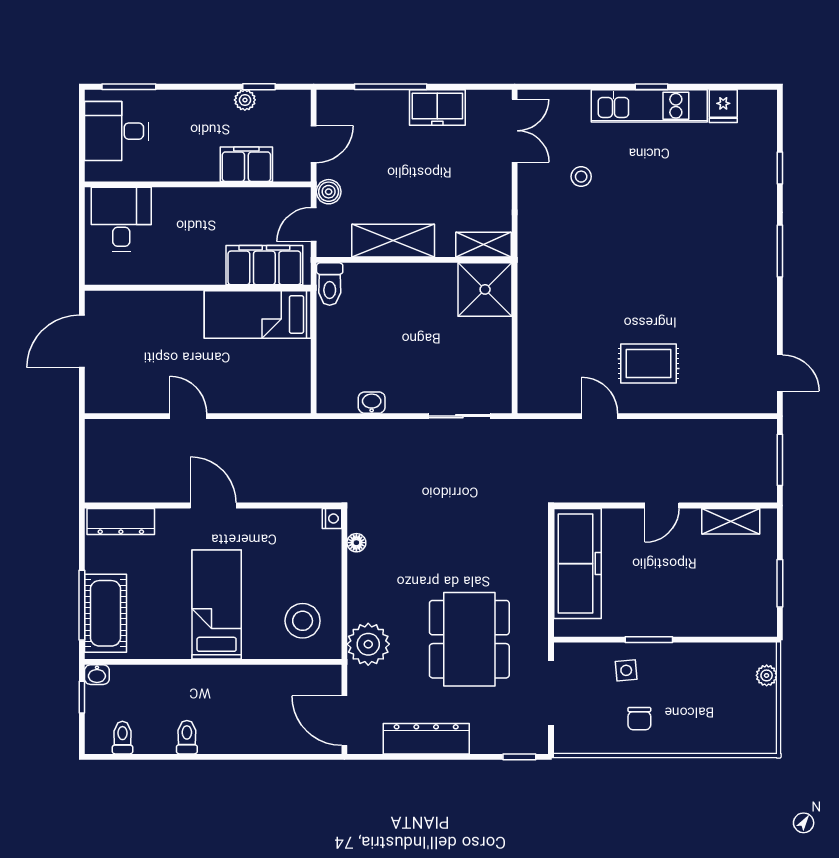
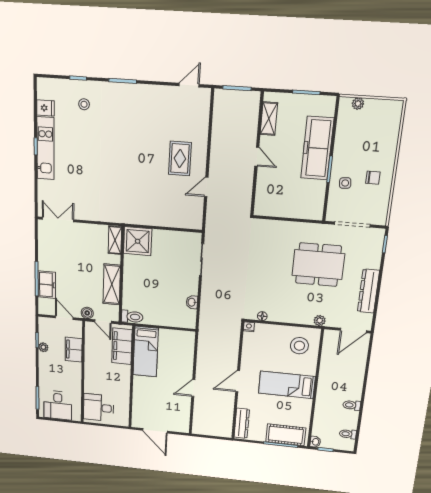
freezer: (437, 107) -> (47, 285), moved
stool: (581, 177) -> (84, 104), moved
freezer: (577, 564) -> (317, 148), moved, turned -90
plant: (368, 644) -> (320, 321), width x0.53, depth x0.53

